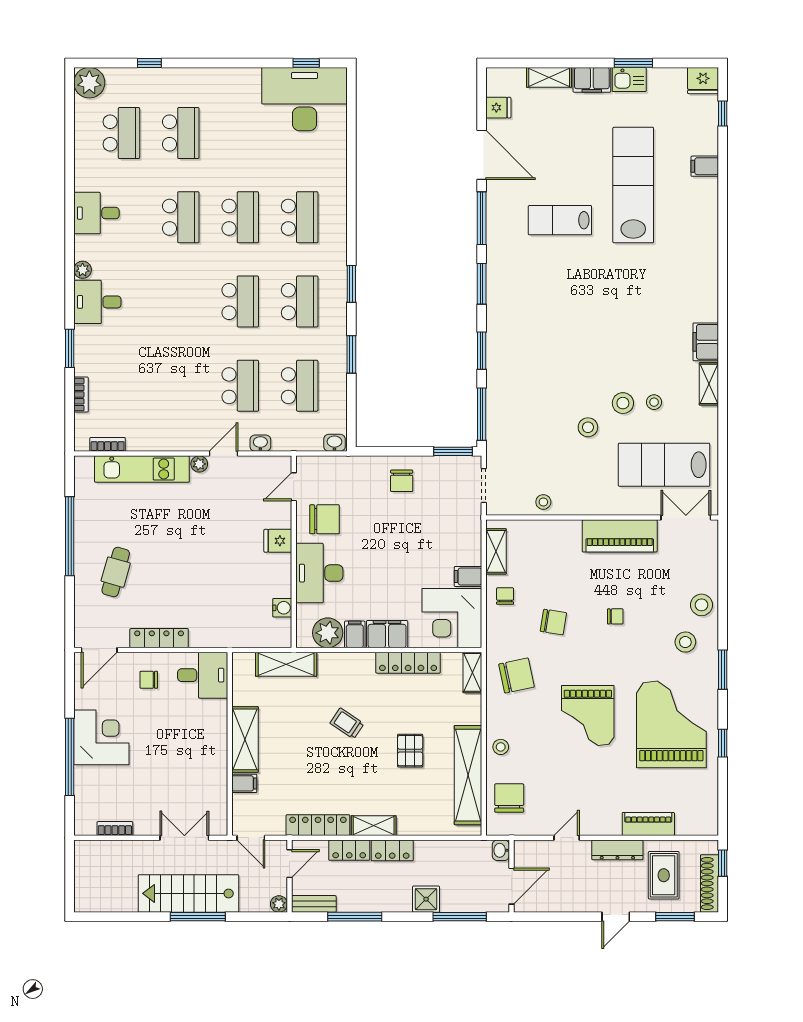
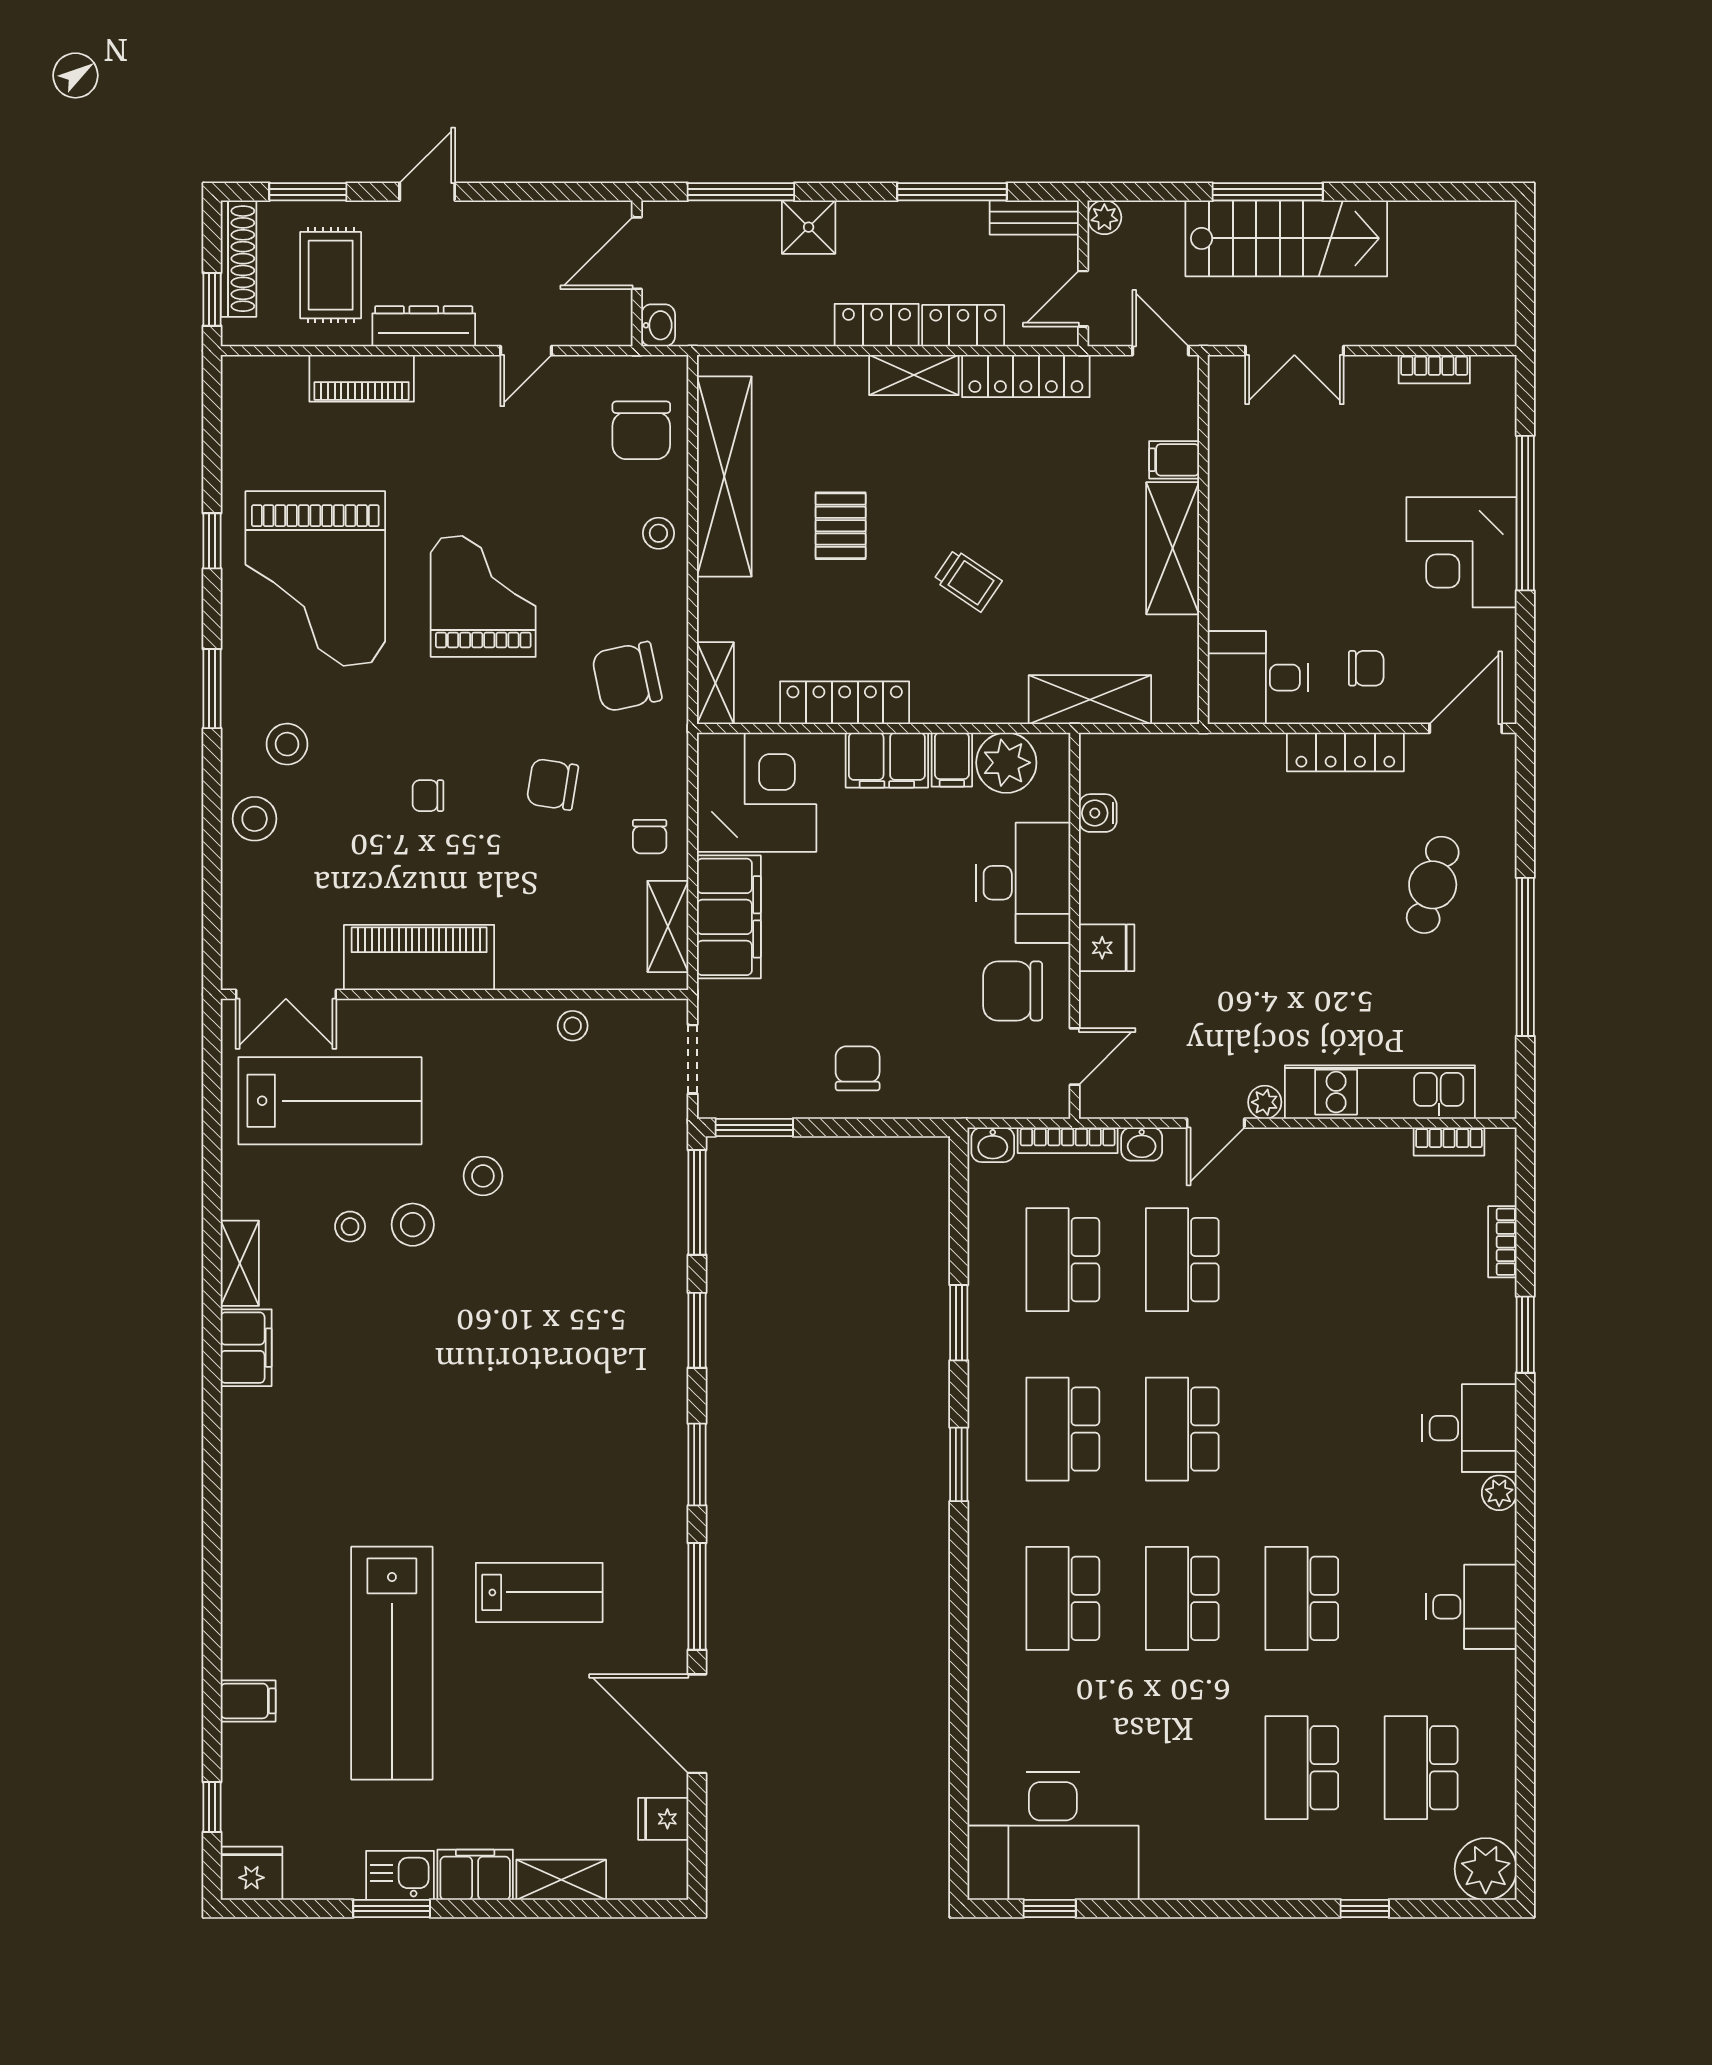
bookcase: (297, 445) -> (1068, 1140), added
filing cabinet: (468, 576) -> (729, 917), width x3.00, depth x1.17

